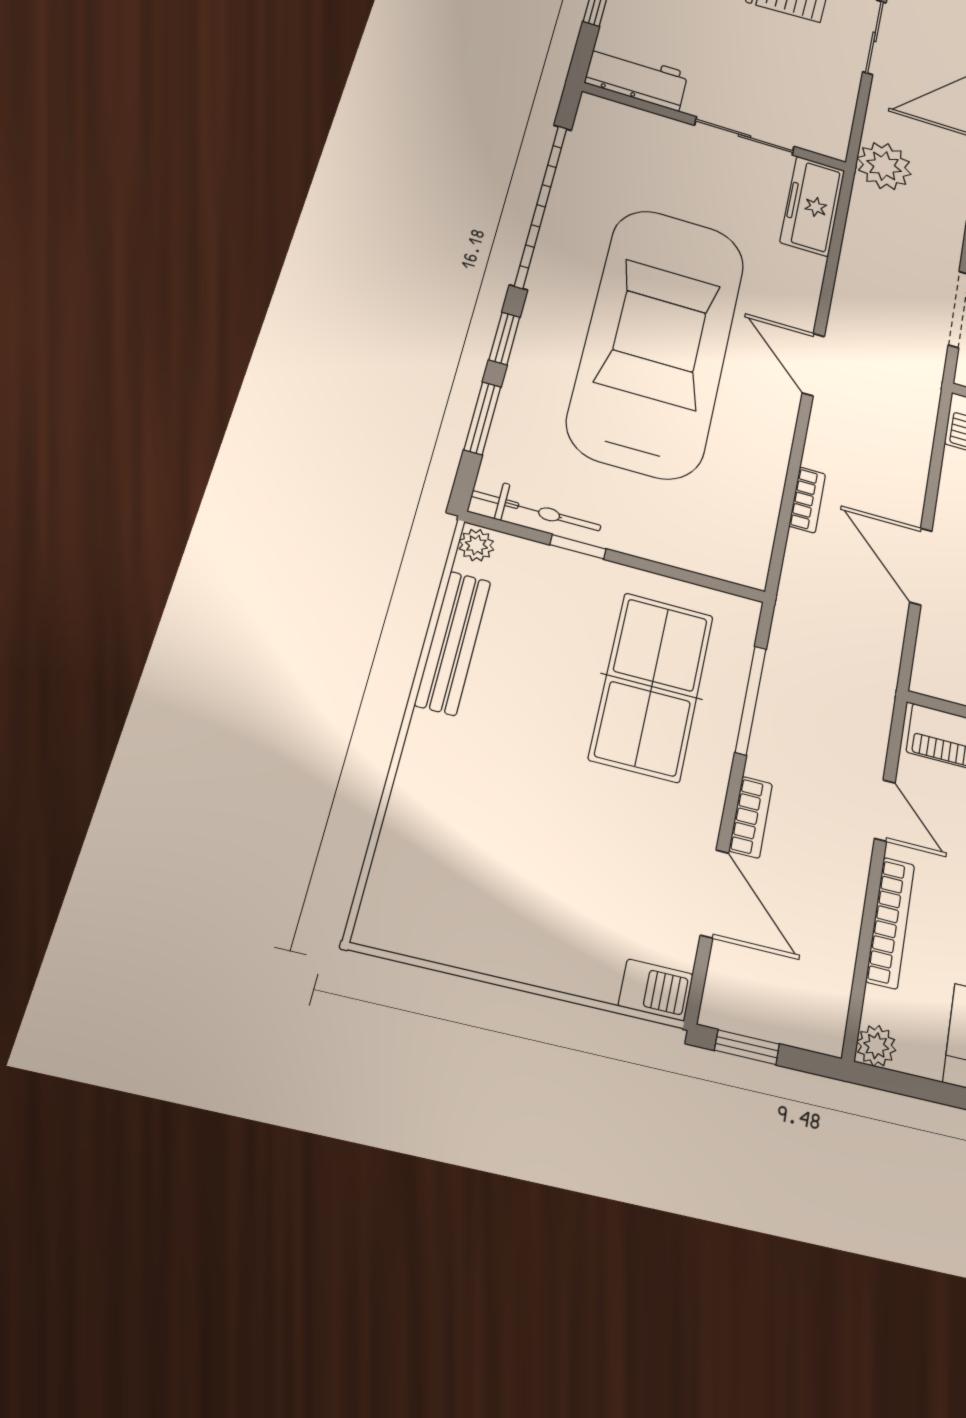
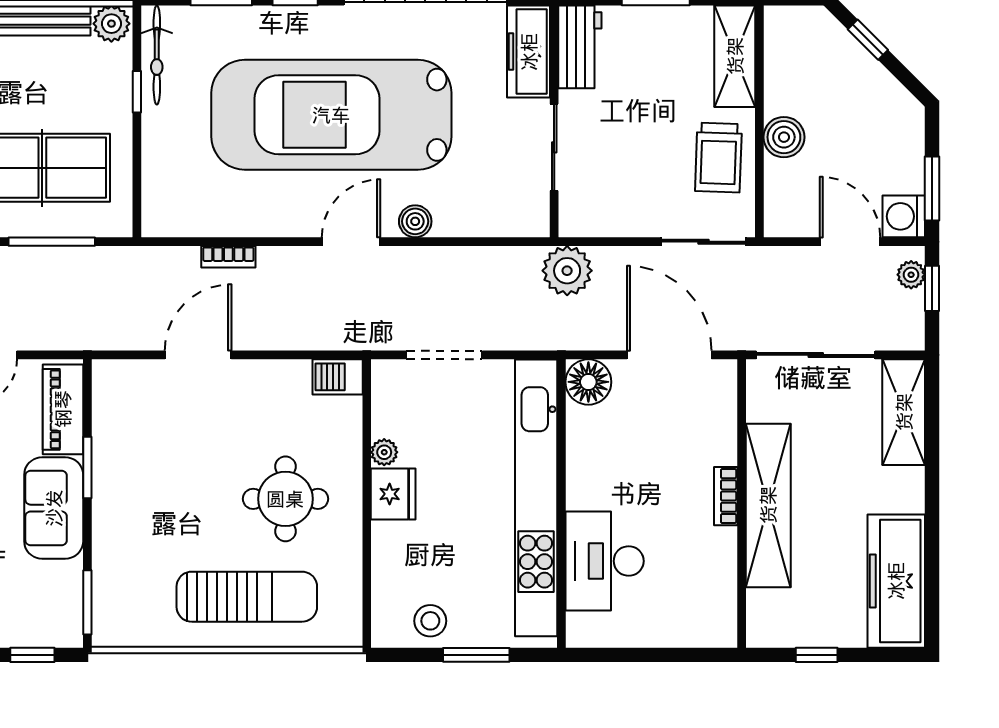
freezer: (812, 206) -> (529, 52), moved, turned -90
boiler: (802, 293) -> (415, 221), added
car: (657, 341) -> (331, 115), turned 180
plant: (476, 545) -> (111, 24), width x1.38, depth x1.38

